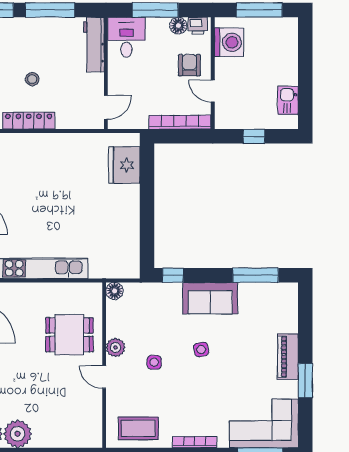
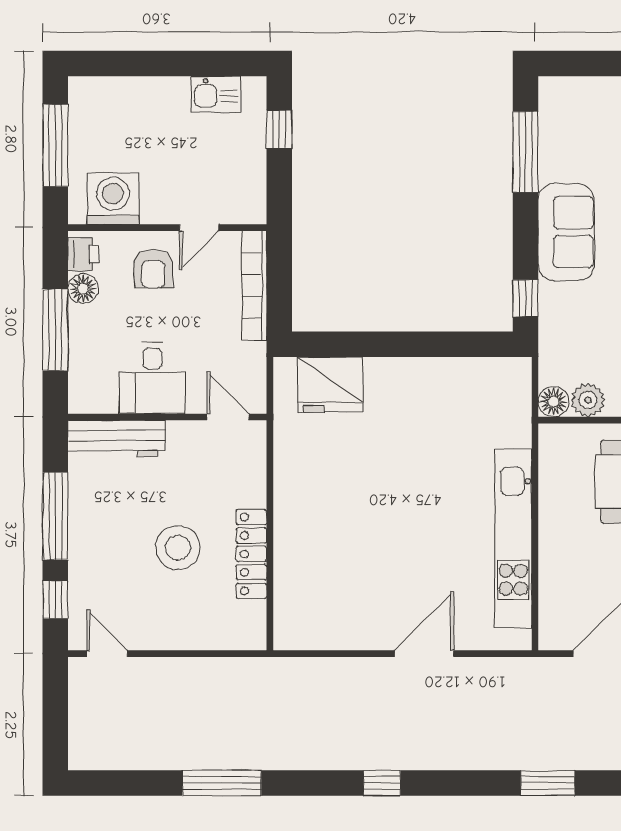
desk: (126, 37) -> (152, 378), moved, turned -90
armchair: (189, 65) -> (153, 269), turned -90
stool: (32, 79) -> (178, 548), width x1.89, depth x1.89
window: (254, 136) -> (279, 129), moved
plant: (115, 310) -> (588, 400), added

